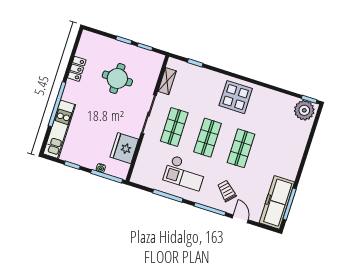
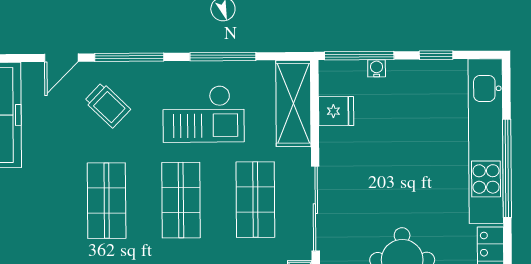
kitchen unit: (59, 129) -> (486, 141), width x1.36
fridge: (124, 148) -> (336, 111), width x0.53, depth x0.75
shelving: (143, 164) -> (293, 103), added
checkout: (185, 173) -> (204, 114), turned 180
door: (240, 219) -> (61, 58), hinge flipped

